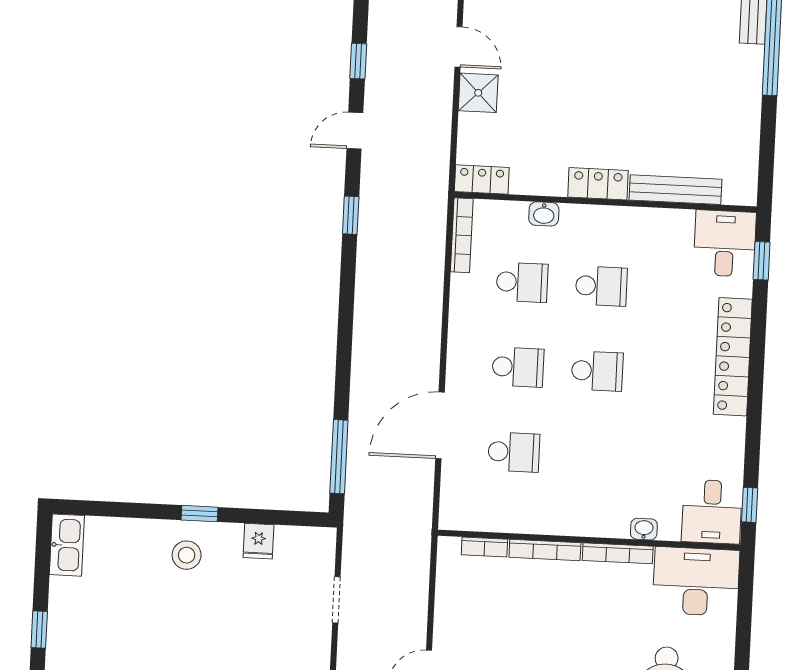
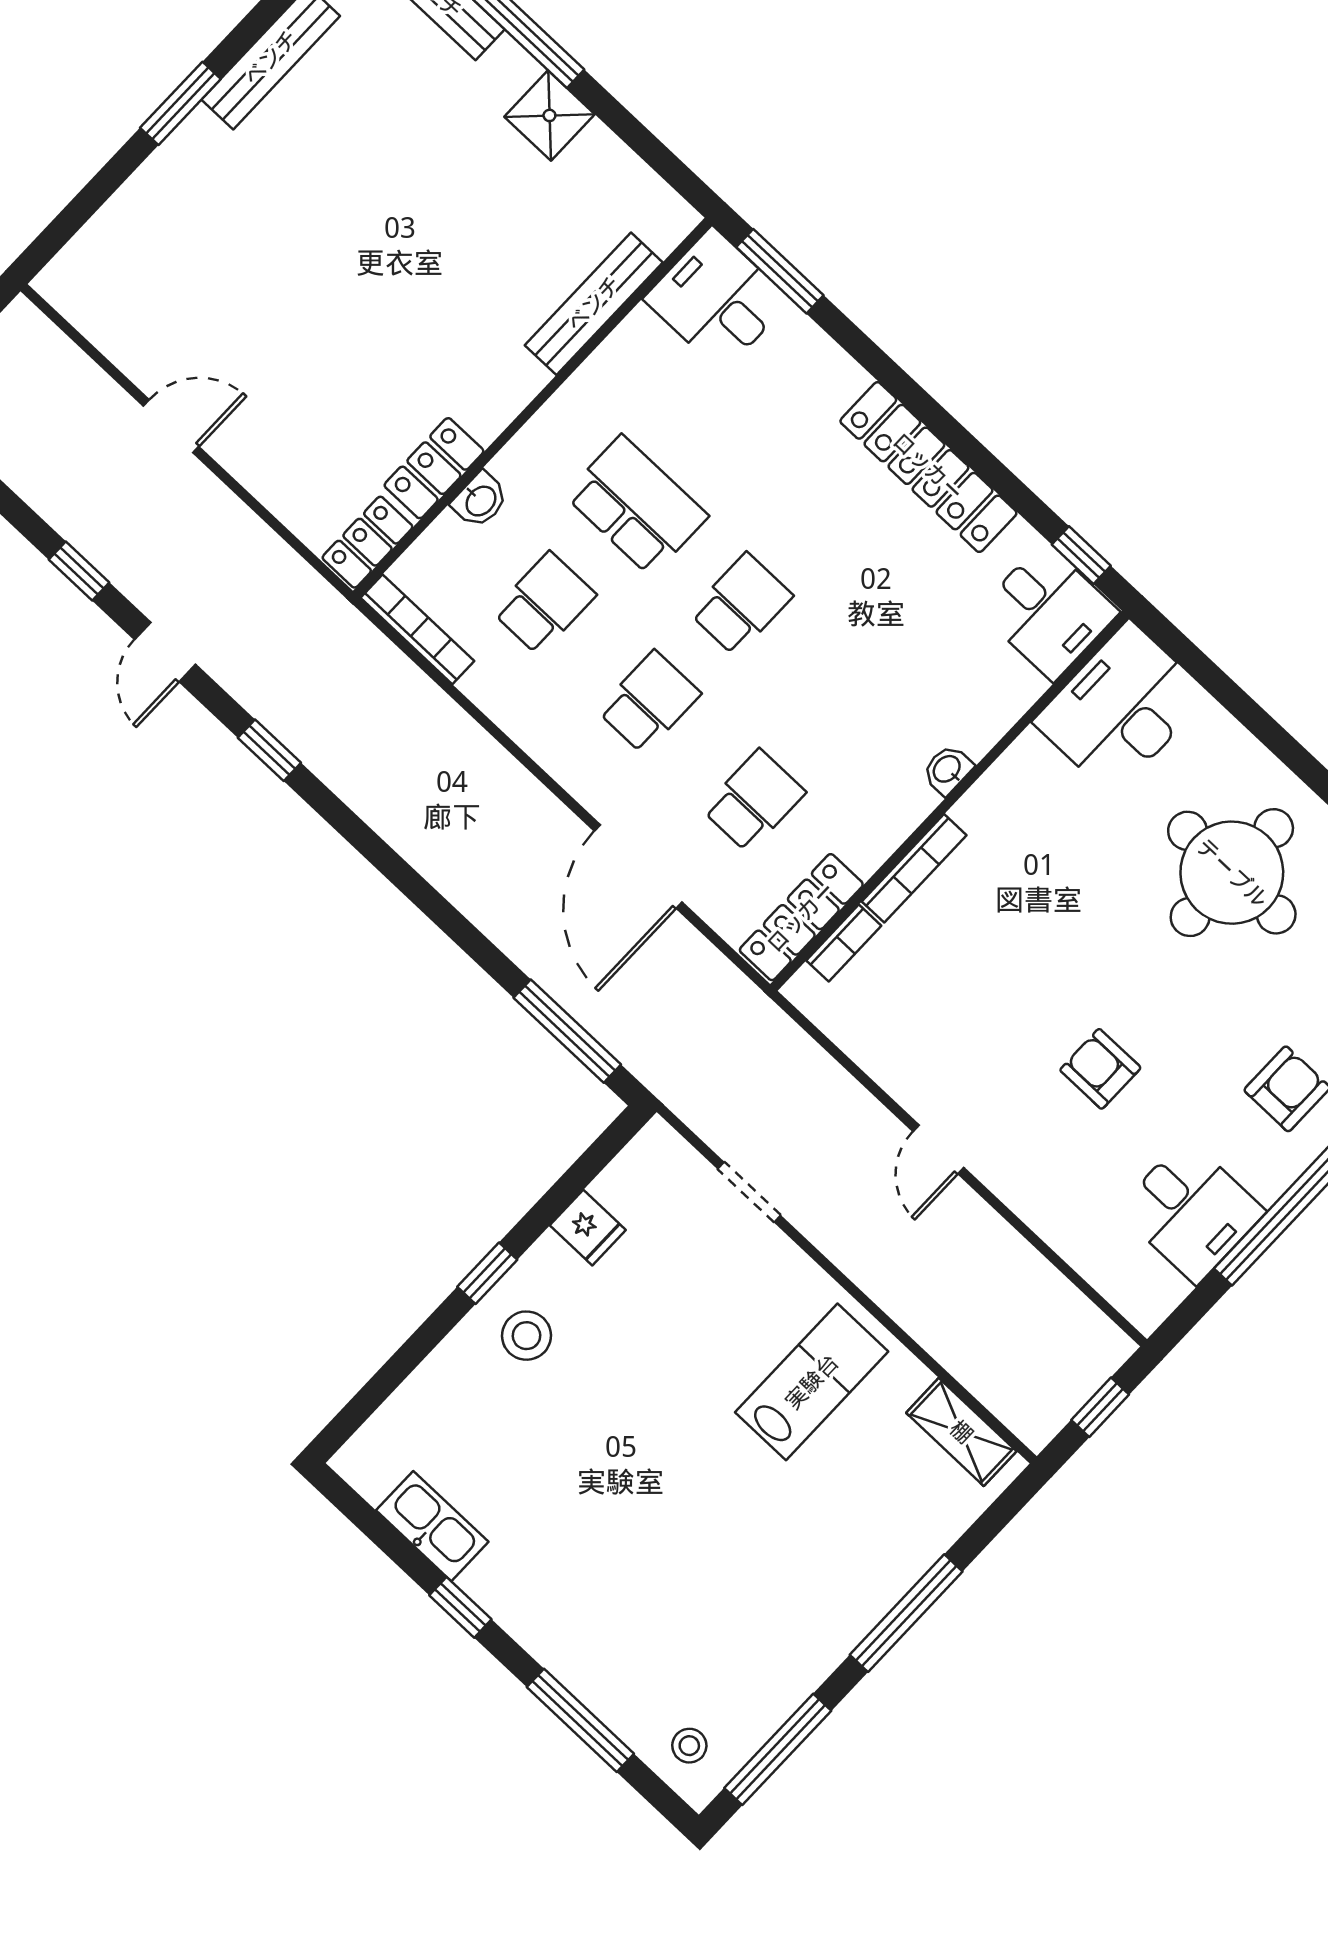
shower: (478, 93) -> (549, 115), moved
locker: (598, 184) -> (434, 468), moved
window: (762, 261) -> (780, 271), width x1.50
school desk: (601, 286) -> (636, 506), width x1.85
locker: (733, 357) -> (928, 467), moved
locker: (480, 518) -> (801, 917), added
washbasin: (644, 529) -> (947, 770), moved
kitchen sink: (67, 545) -> (432, 1526), moved
bookcase: (618, 553) -> (999, 778), removed

